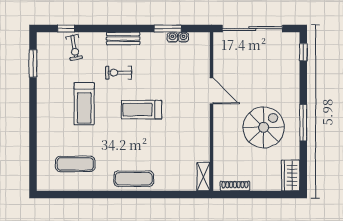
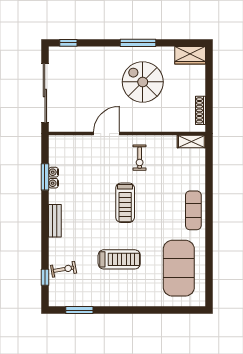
water cooler: (184, 37) -> (53, 183), moved
exercise bike: (119, 73) -> (140, 158), moved
exercise mat: (75, 164) -> (179, 268), width x2.00, depth x1.45

